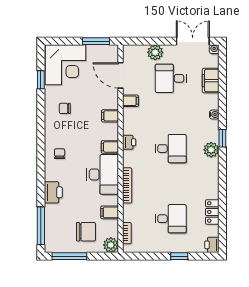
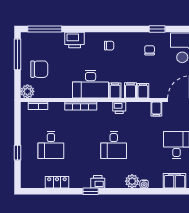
window: (41, 80) -> (157, 29), moved
window: (222, 138) -> (91, 191), moved
plant: (211, 150) -> (132, 181), moved
filing cabinet: (110, 212) -> (130, 90), moved
chair: (86, 232) -> (39, 69), turned -90
printer: (212, 245) -> (98, 182), moved

